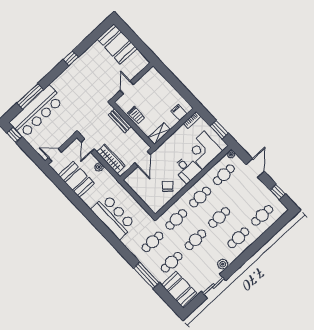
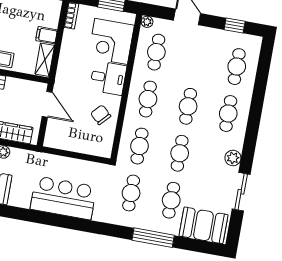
filing cabinet: (179, 112) -> (47, 35), moved

